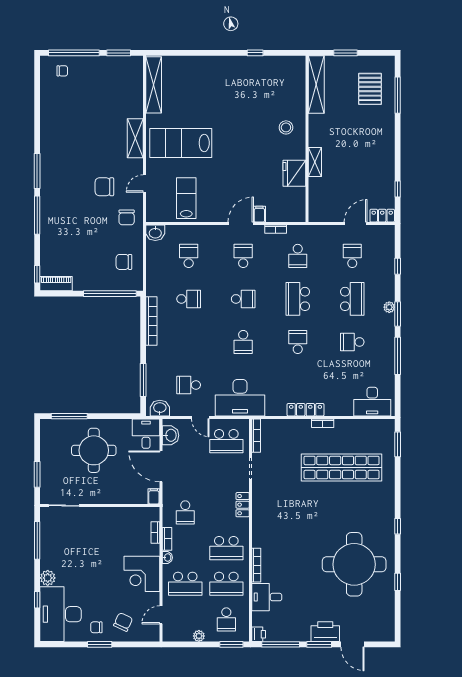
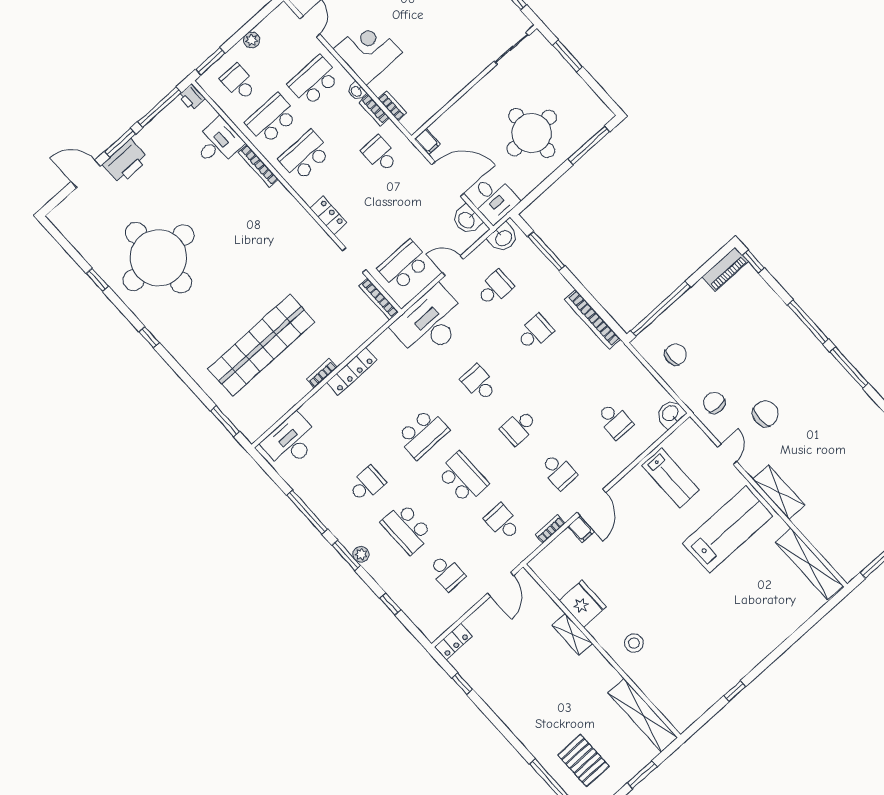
door: (356, 223) -> (501, 584), moved
school desk: (189, 299) -> (535, 332), moved, turned 180
school desk: (298, 342) -> (423, 434), width x1.85

